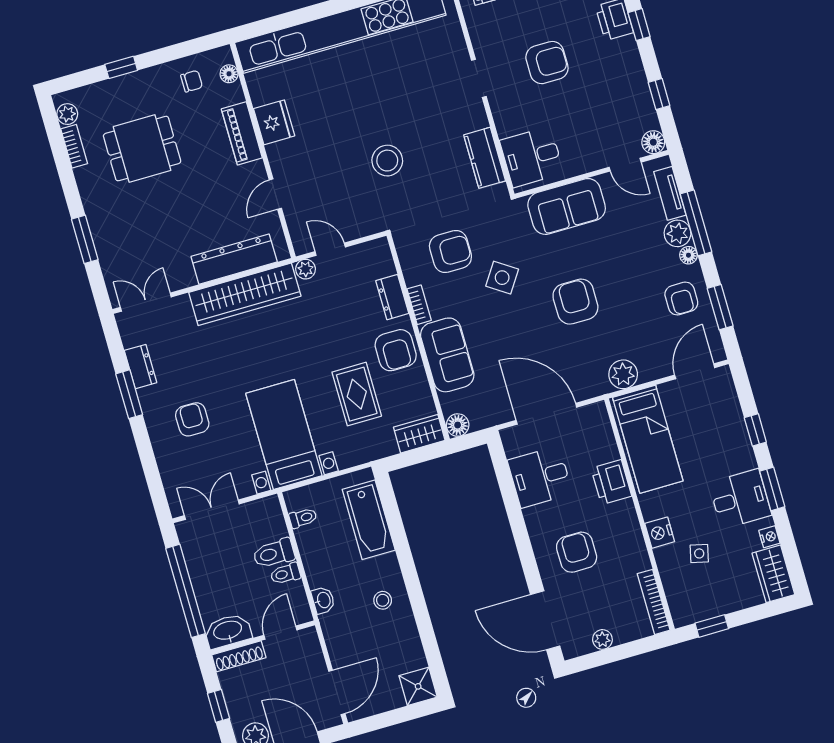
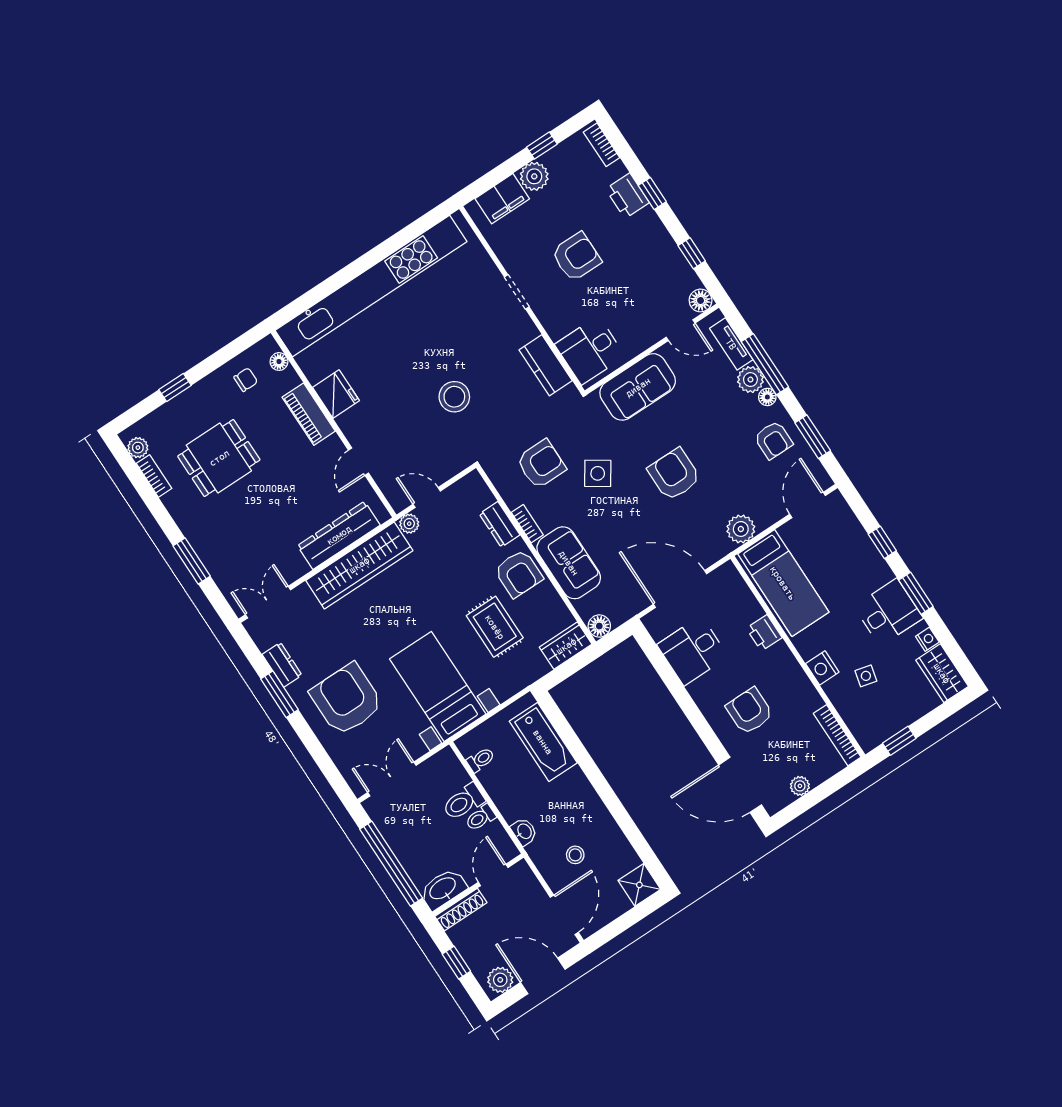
armchair: (192, 419) -> (347, 699), width x1.88, depth x1.88
printer: (611, 482) -> (764, 633), width x0.73, depth x0.81
stool: (383, 600) -> (575, 855), moved

